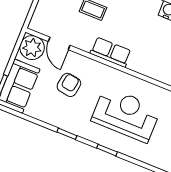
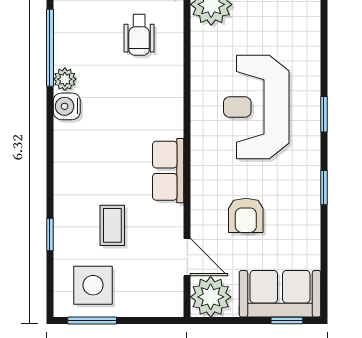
door: (59, 43) -> (187, 257), hinge flipped
armchair: (69, 85) -> (246, 215), turned -99

